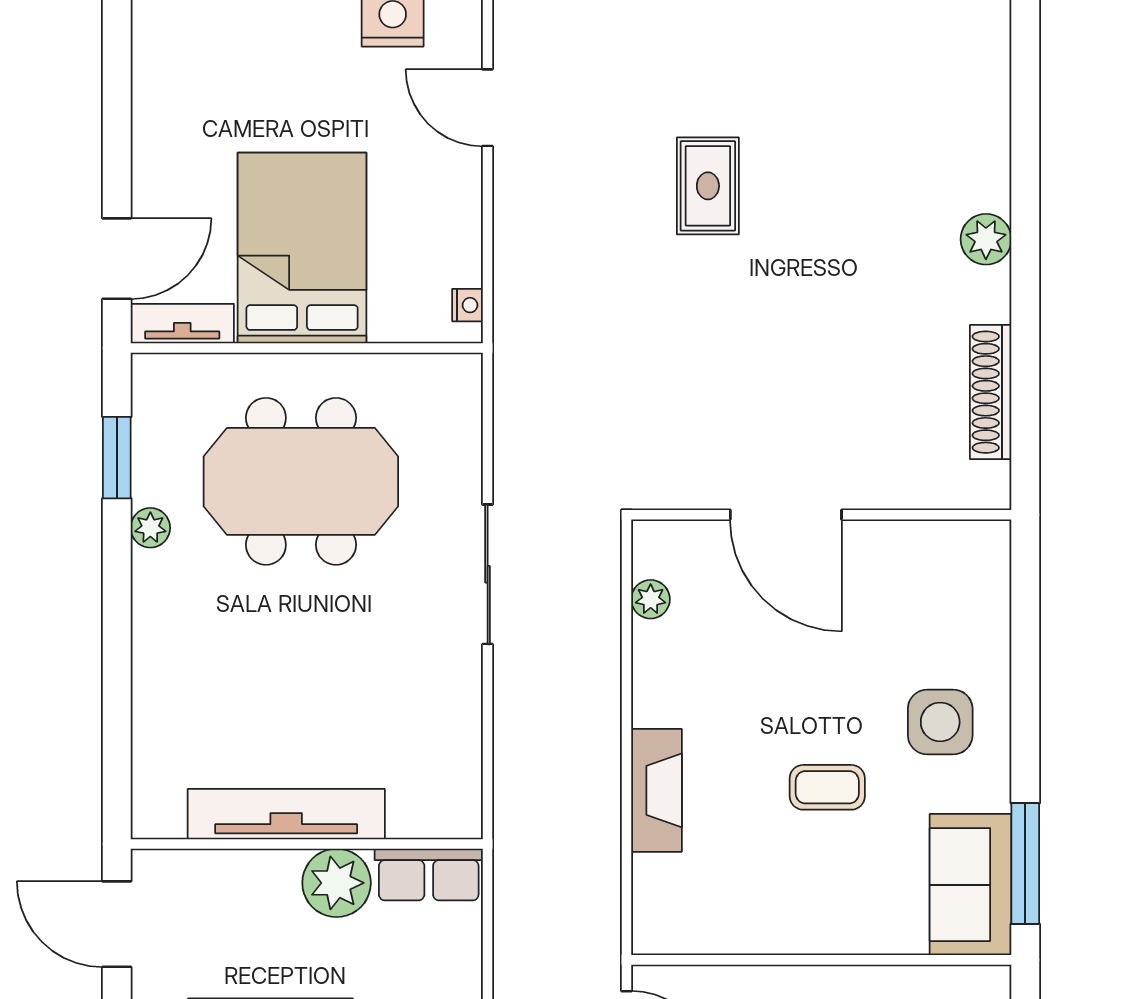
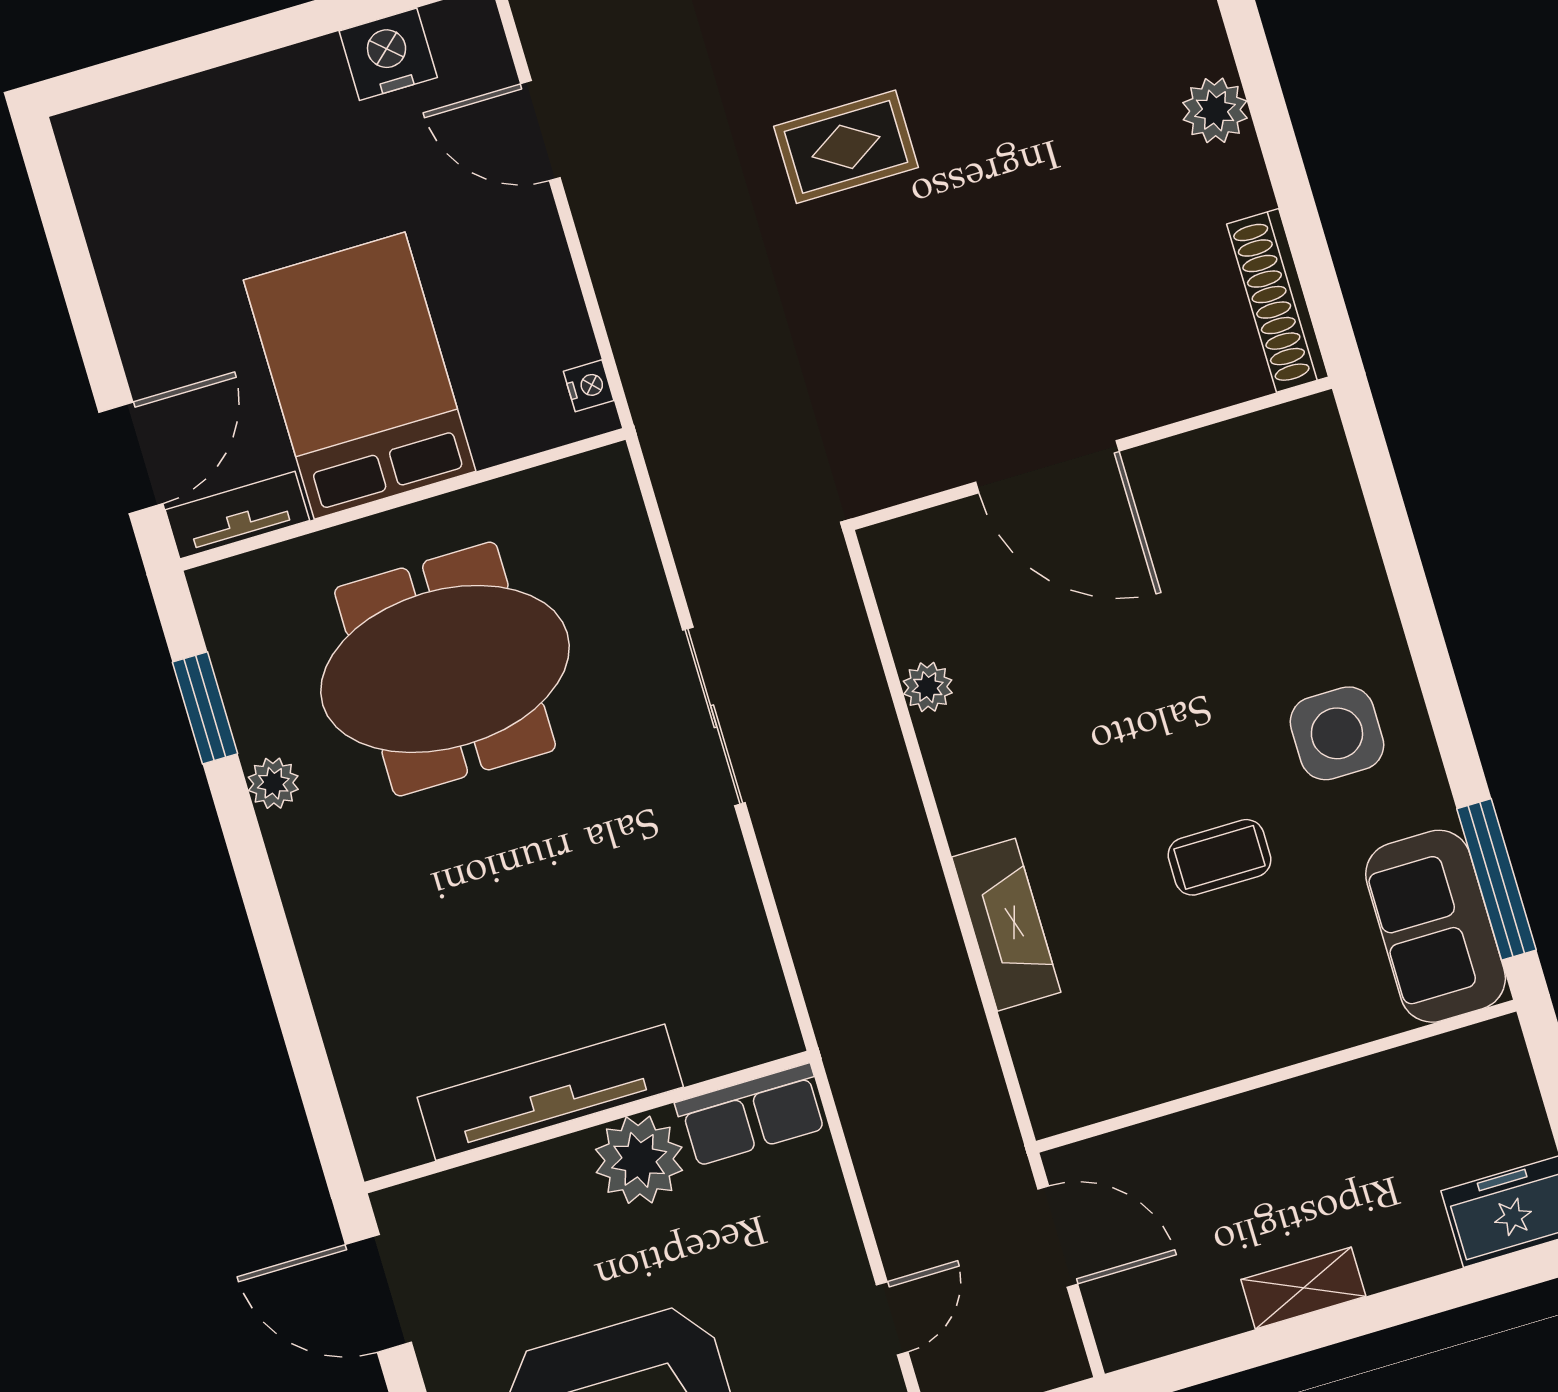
rug: (708, 186) -> (846, 147), turned 90
door: (786, 515) -> (1047, 467), moved
wall: (821, 515) -> (1092, 454), moved

